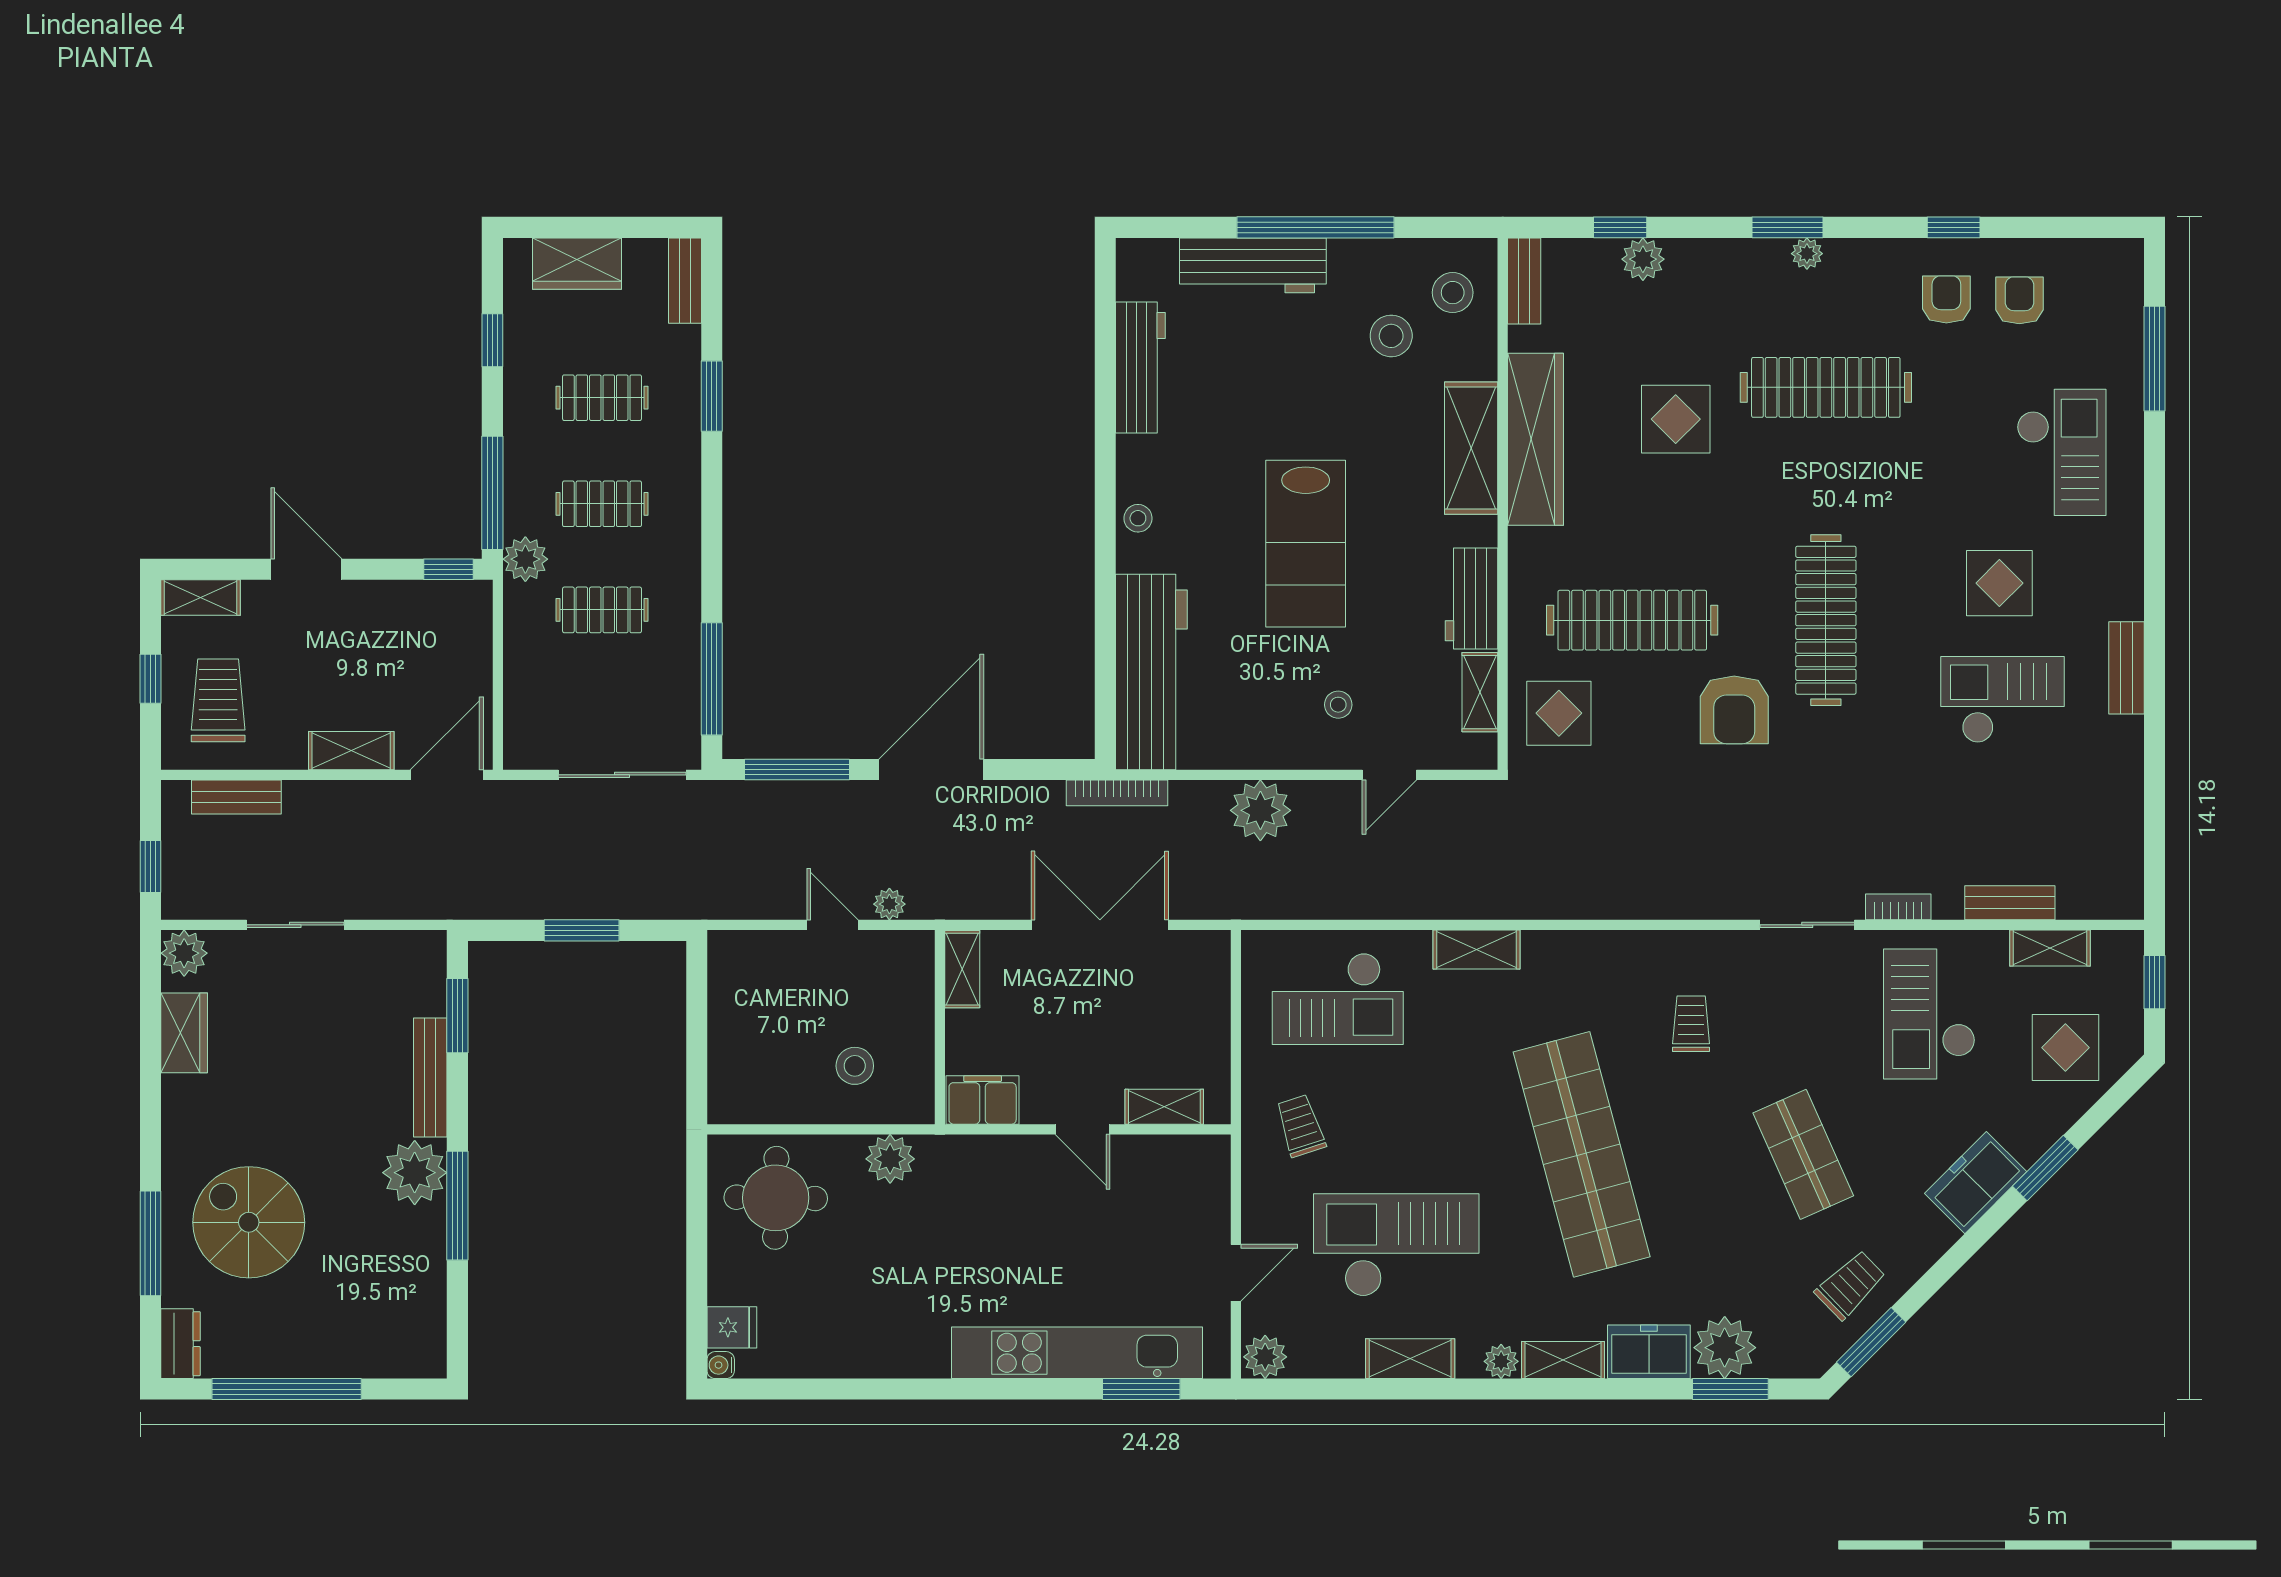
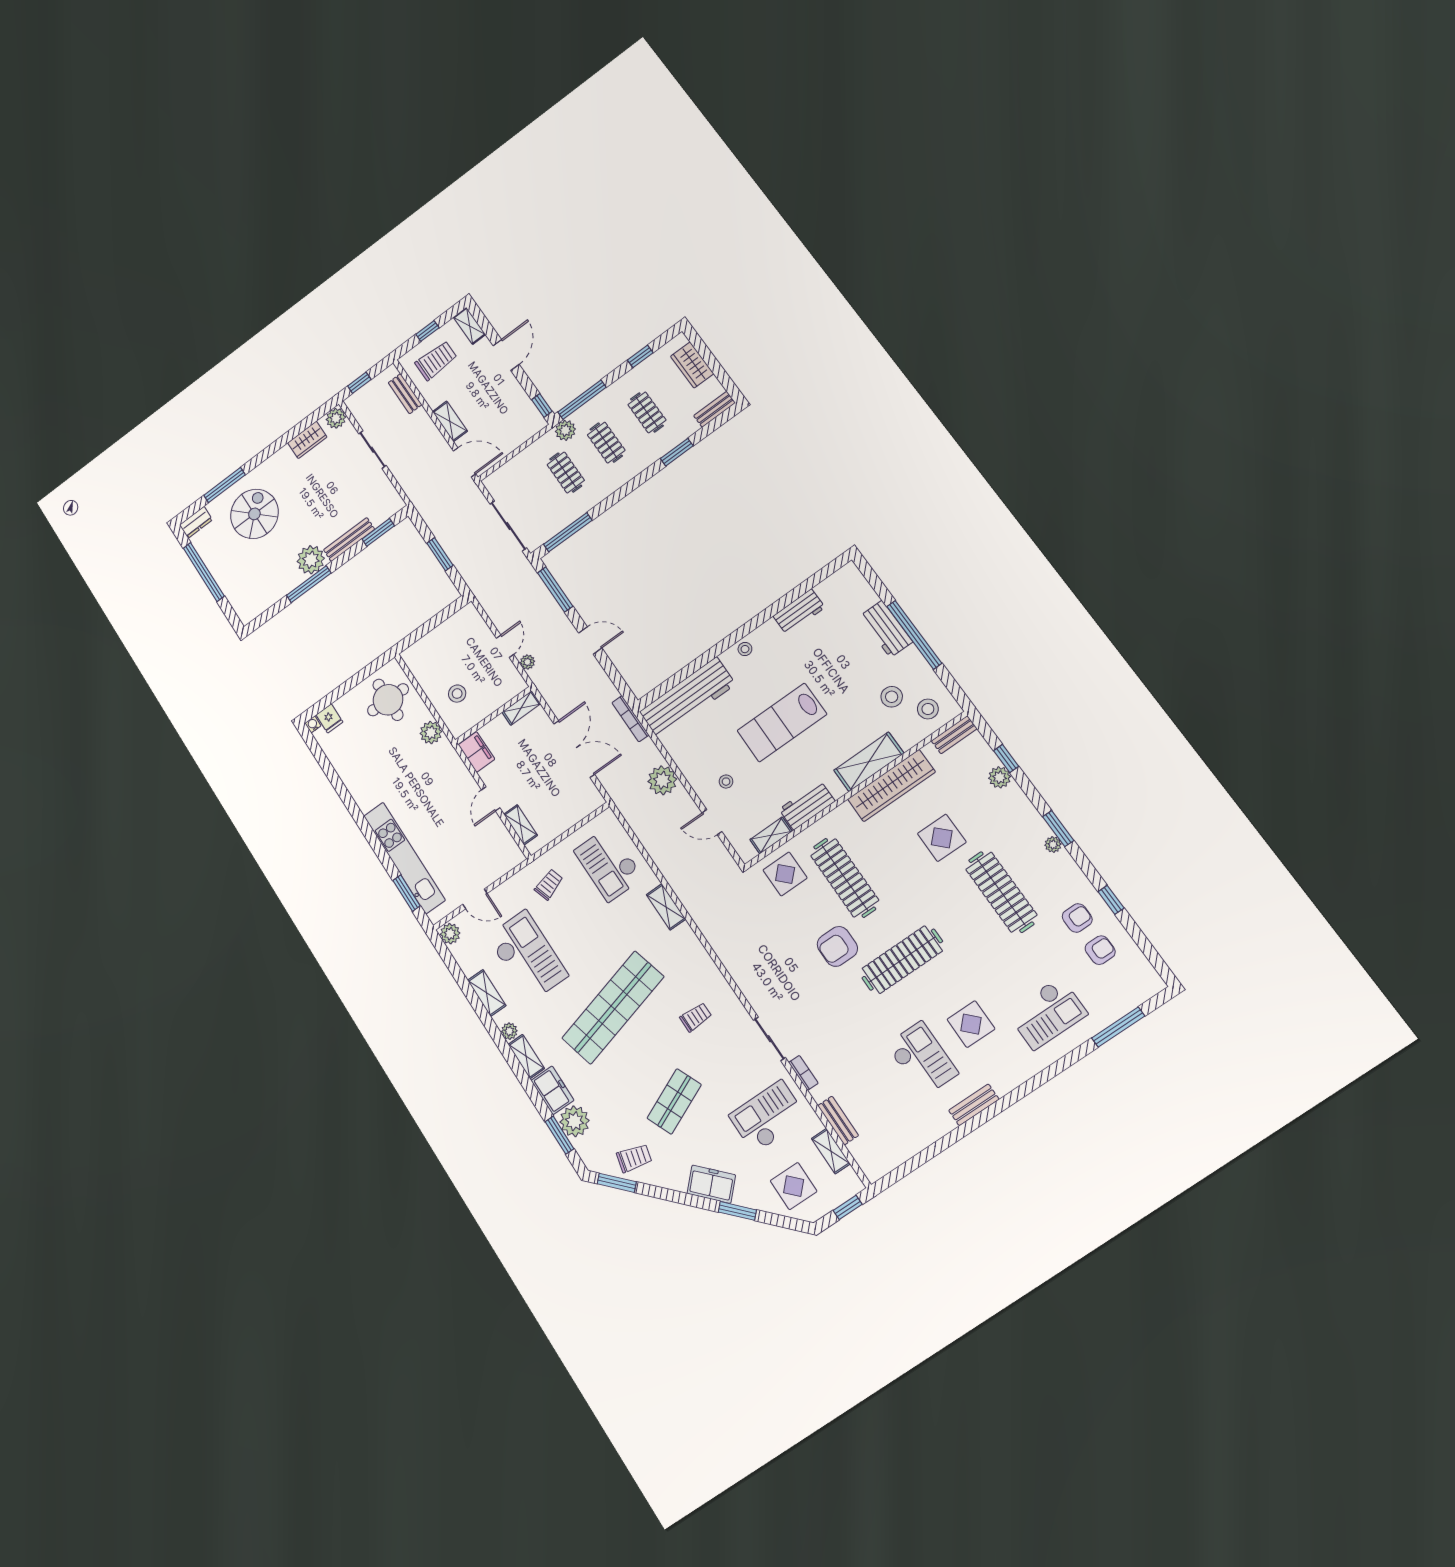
workbench: (1253, 265) -> (886, 629), width x0.73
workbench: (1140, 367) -> (799, 612), width x0.73
door: (931, 769) -> (590, 640), width x0.53
trolley: (1850, 1285) -> (634, 1158), turned -32

